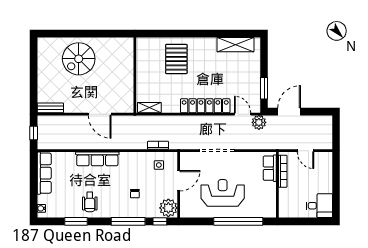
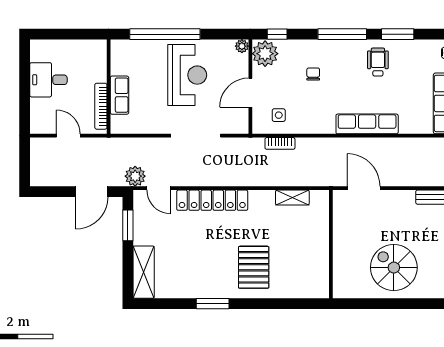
window: (205, 34) -> (213, 304), added
shelving: (235, 45) -> (144, 272), moved, turned 90
spiral stairs: (79, 59) -> (394, 268), turned -90
wall: (135, 75) -> (331, 244), moved
row of seats: (270, 168) -> (119, 95), moved
reception desk: (223, 193) -> (187, 75), turned -90
desk: (319, 206) -> (48, 80), moved
plant: (185, 213) -> (242, 46), added
window: (128, 221) -> (342, 34), moved

